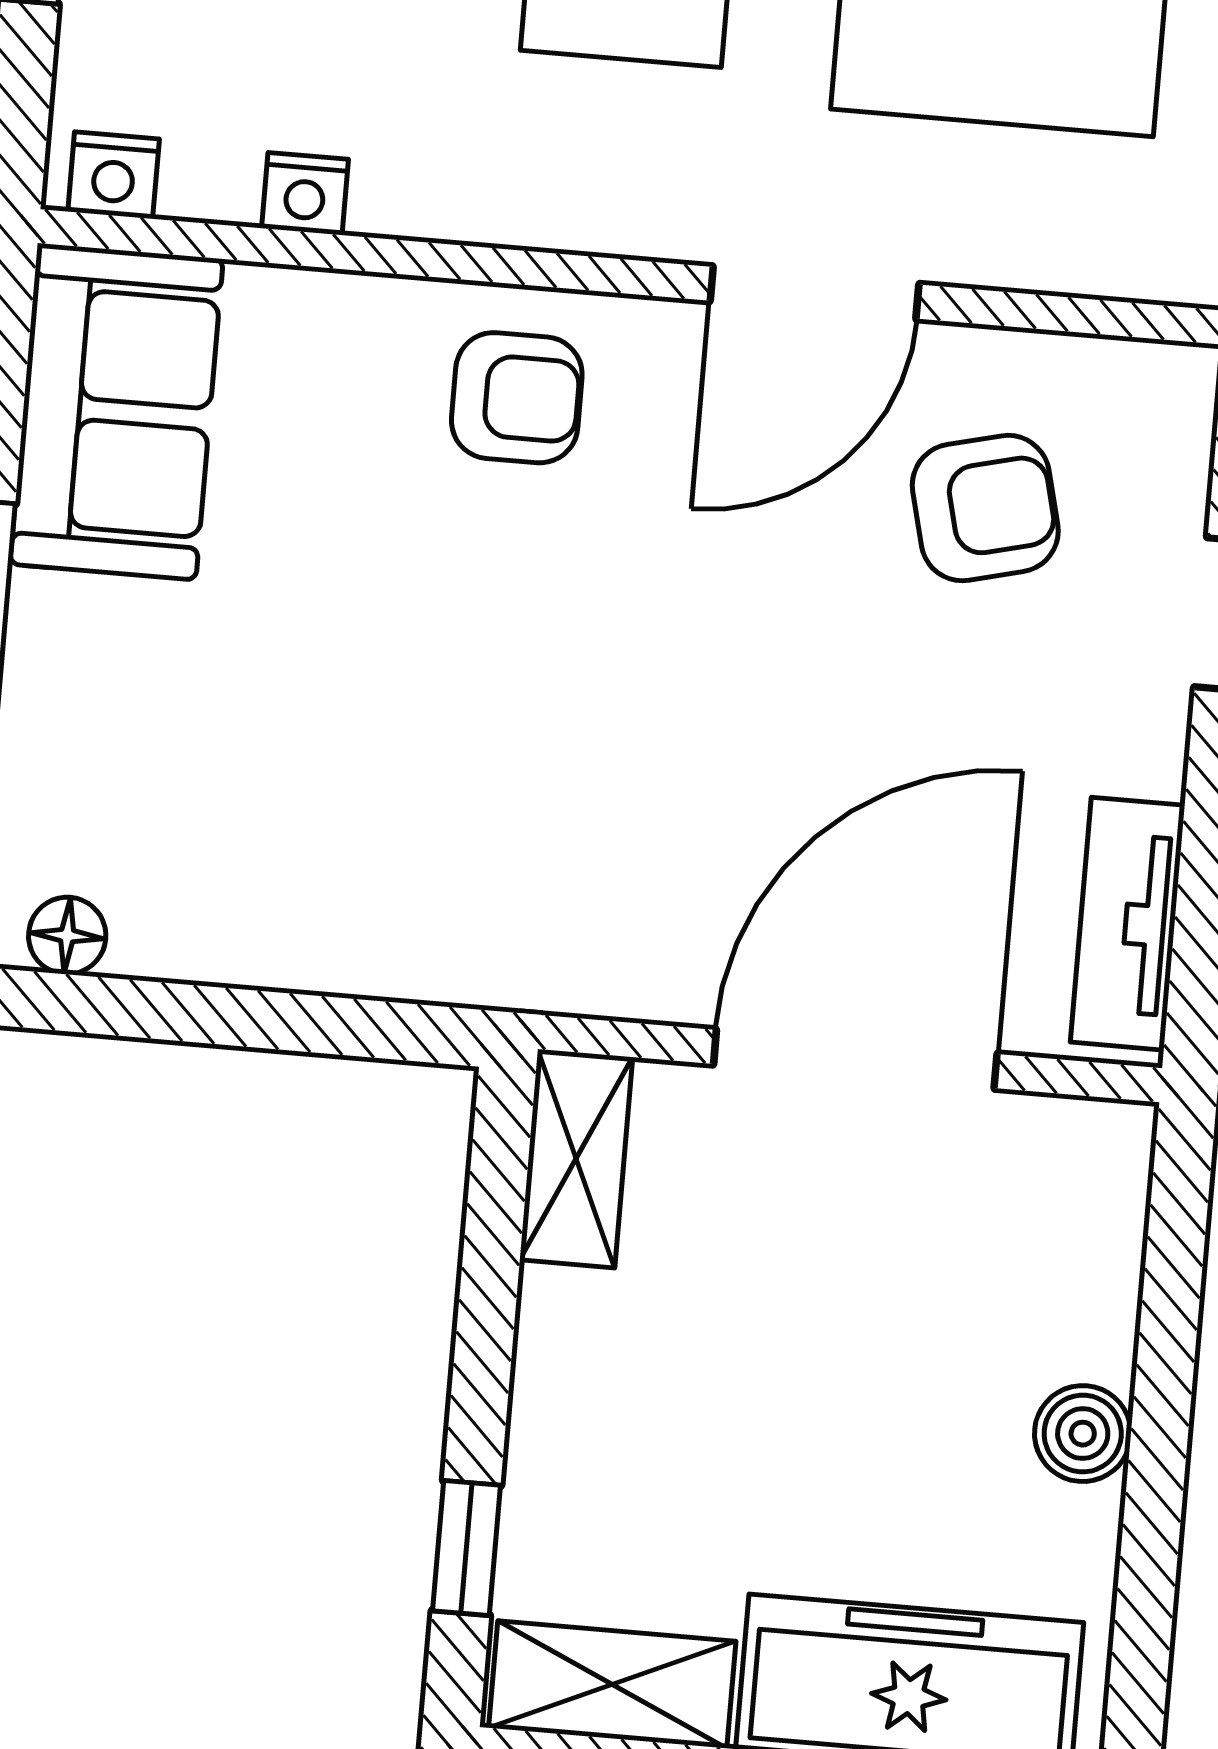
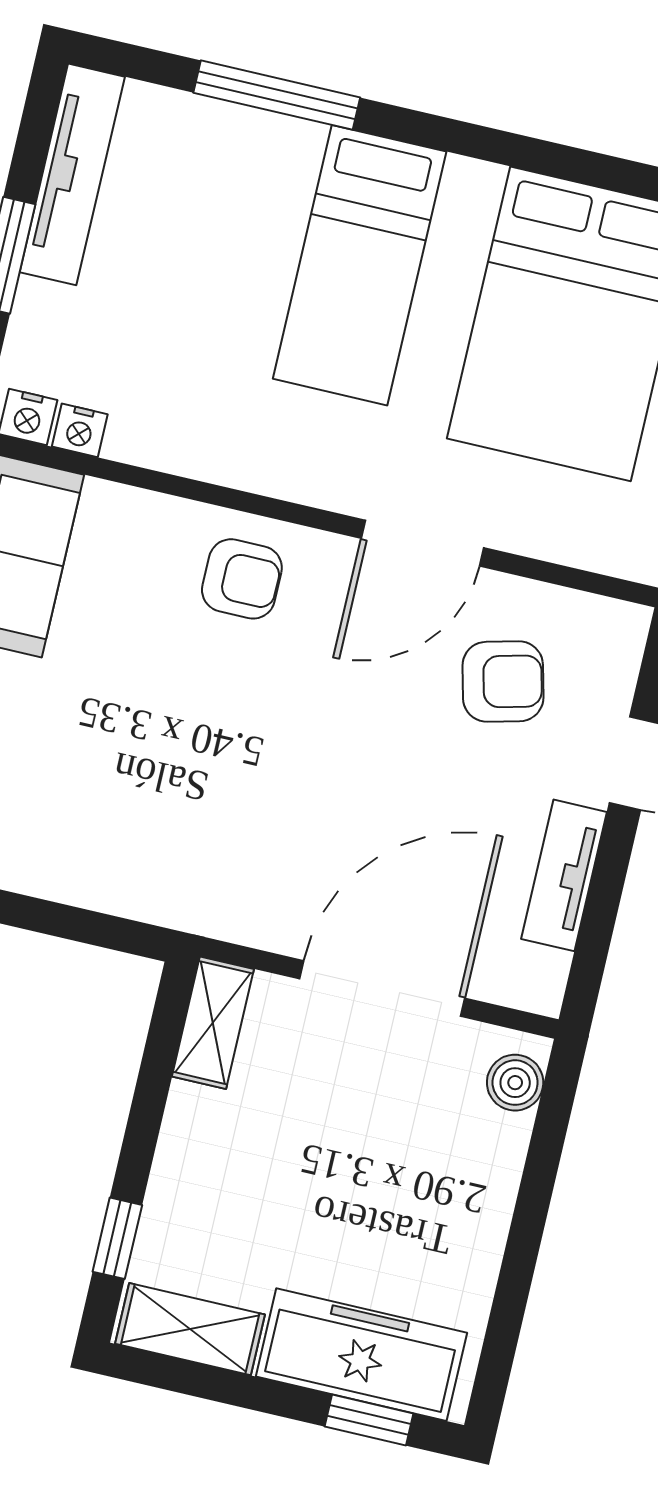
nightstand: (305, 194) -> (80, 430), moved
tv unit: (1128, 924) -> (564, 875), moved
boiler: (1083, 1434) -> (515, 1083), moved

